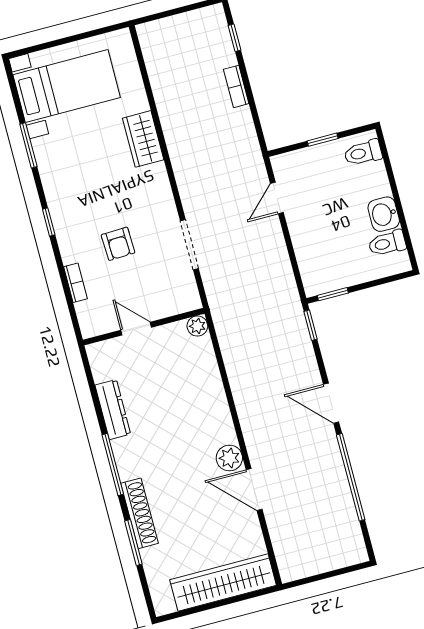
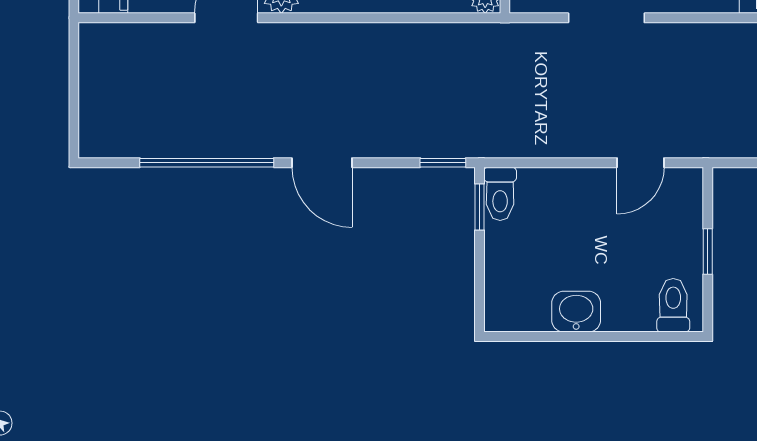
door: (277, 198) -> (641, 163), swing flipped
toilet: (387, 243) -> (500, 194), moved, turned 180
door: (331, 403) -> (322, 163), swing flipped

